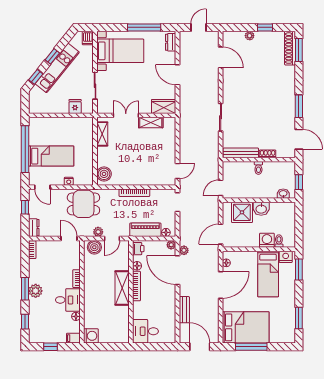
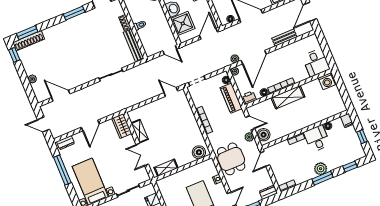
window: (265, 27) -> (14, 55), moved
door: (221, 57) -> (61, 96), hinge flipped
door: (221, 234) -> (209, 34), swing flipped
washing machine: (91, 336) -> (327, 81), moved, turned 180

